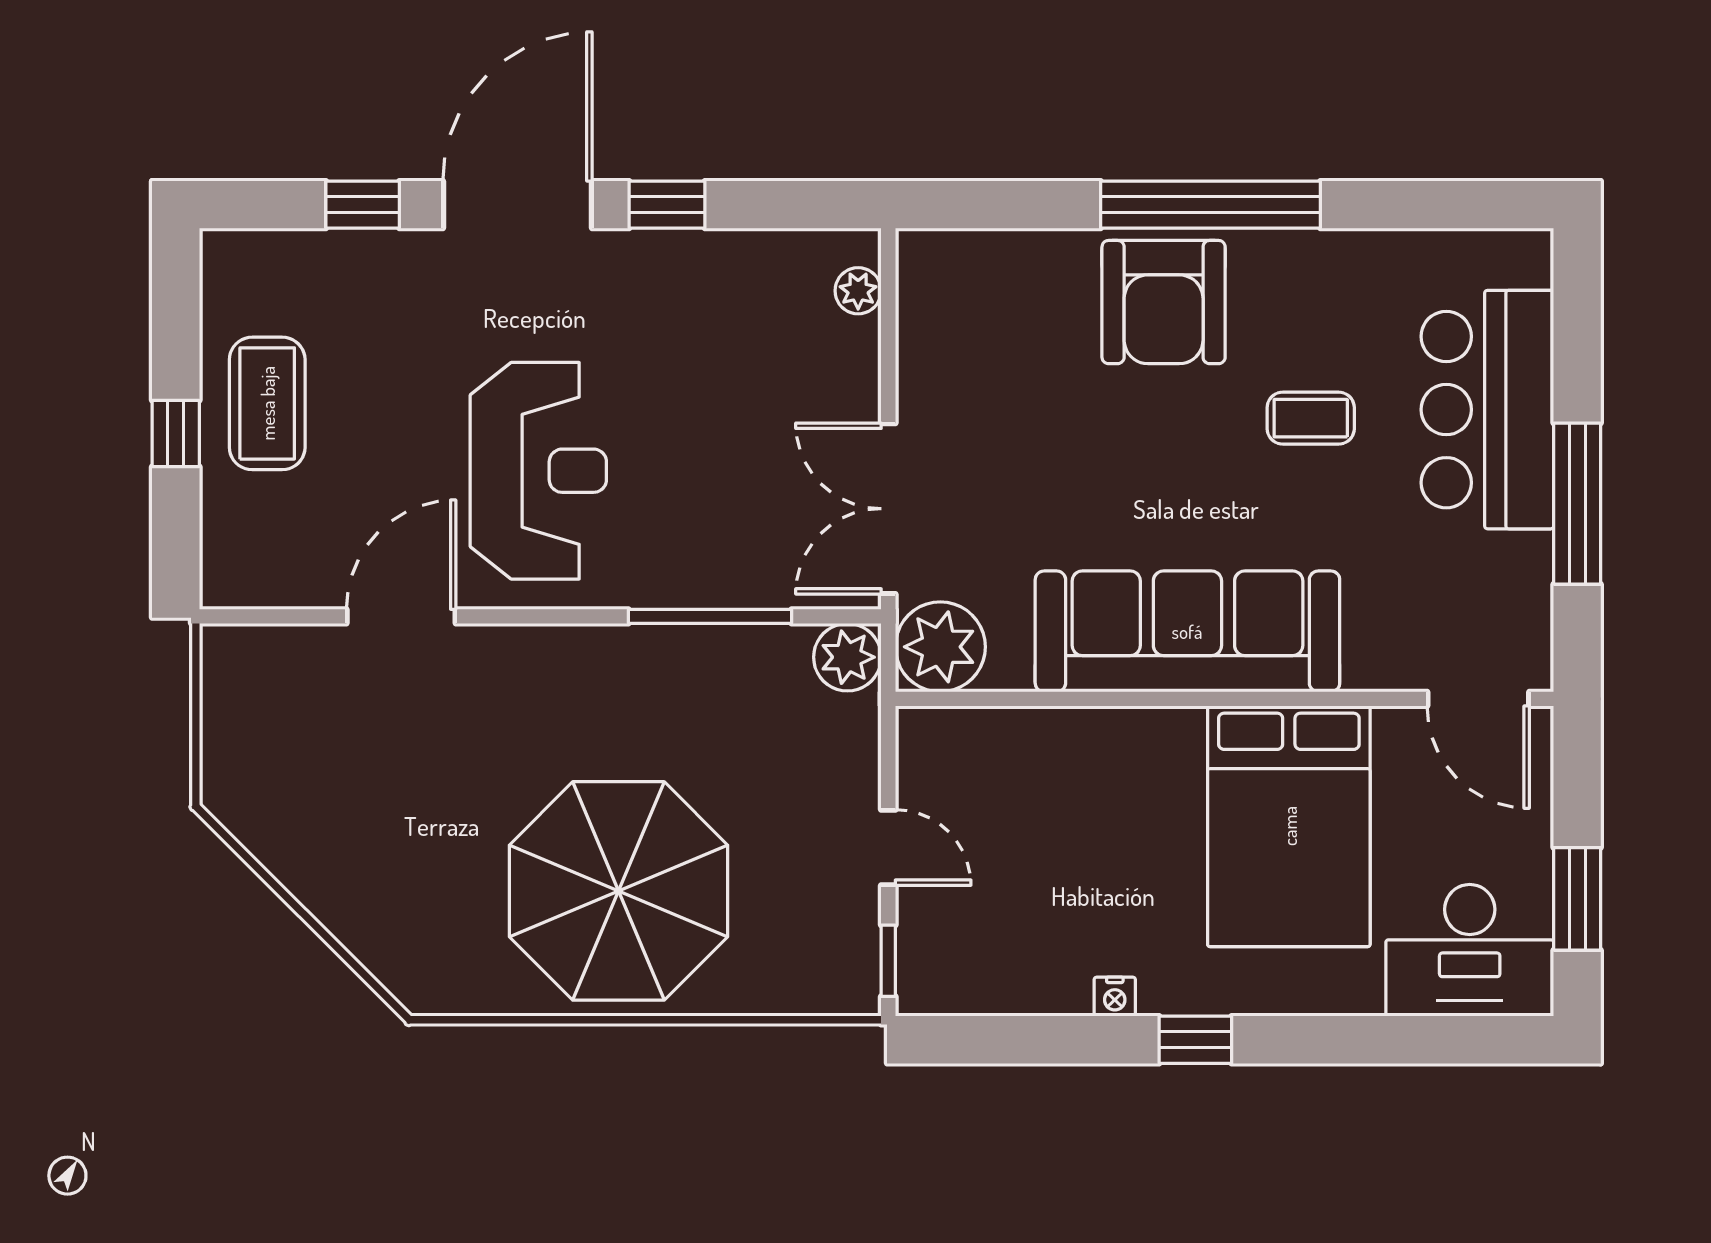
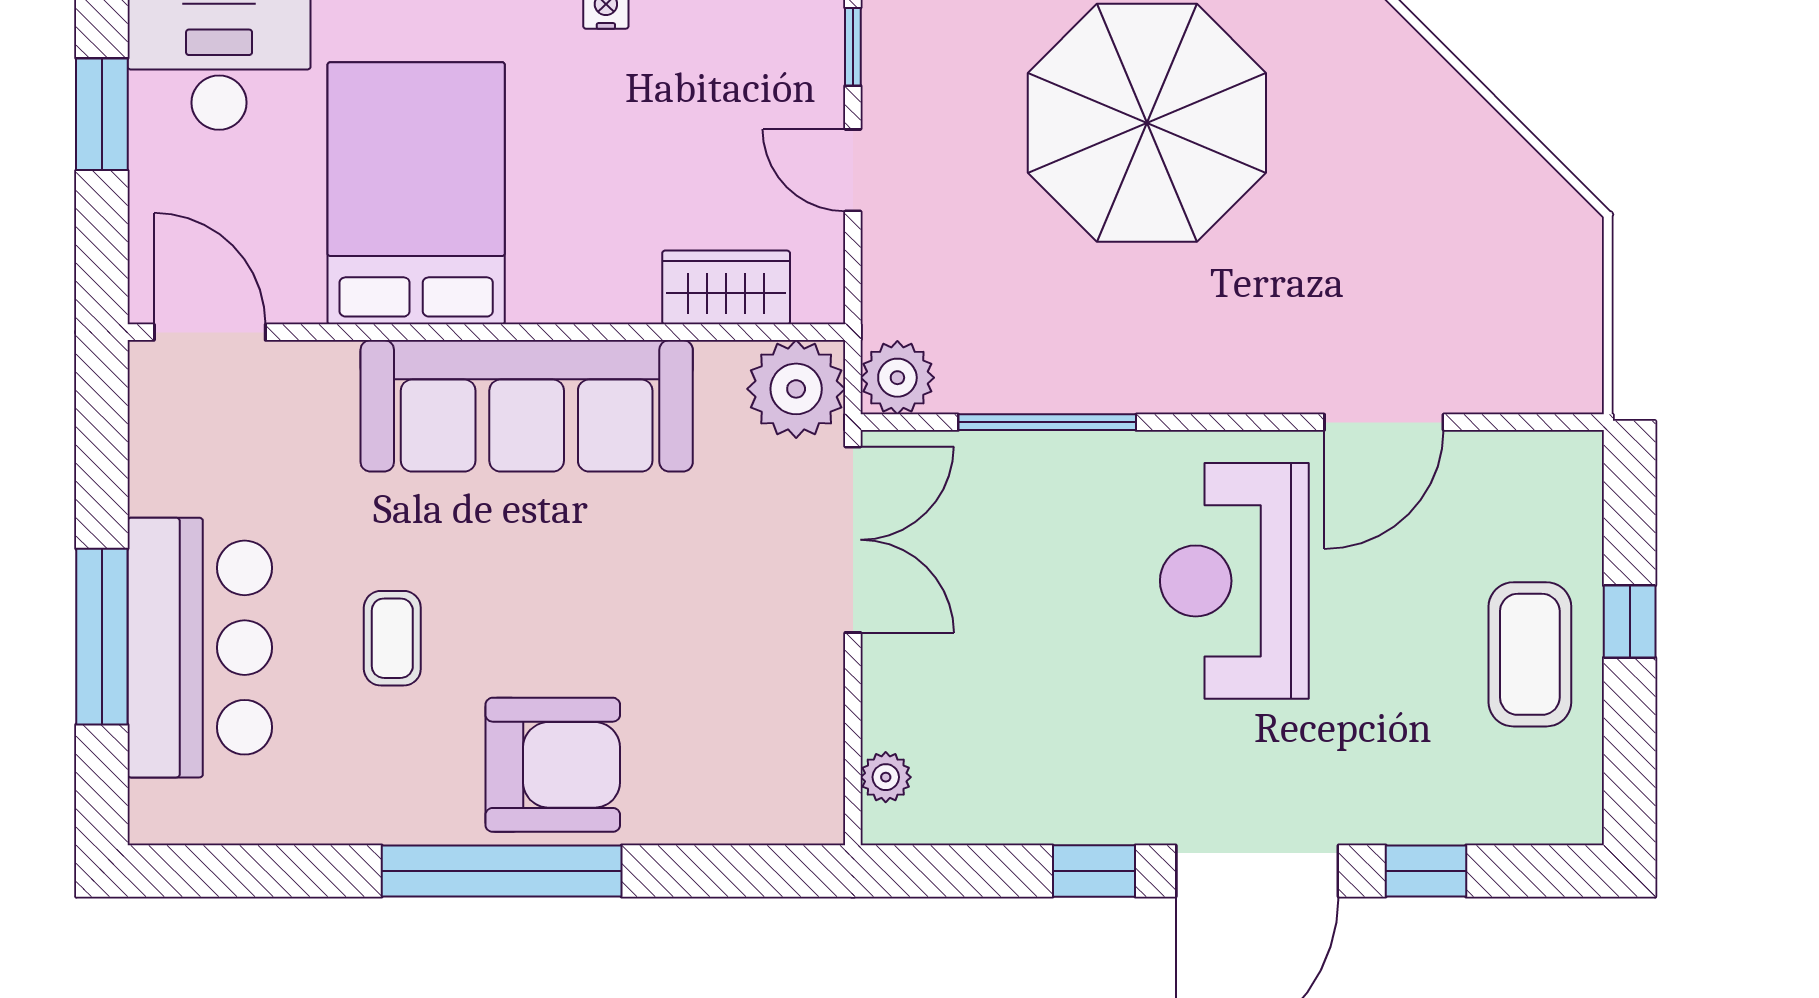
armchair: (1164, 302) -> (553, 765), turned 90
coffee table: (1311, 418) -> (392, 638), turned 90
window: (1577, 504) -> (102, 637), moved
wardrobe: (1005, 740) -> (726, 287), added

